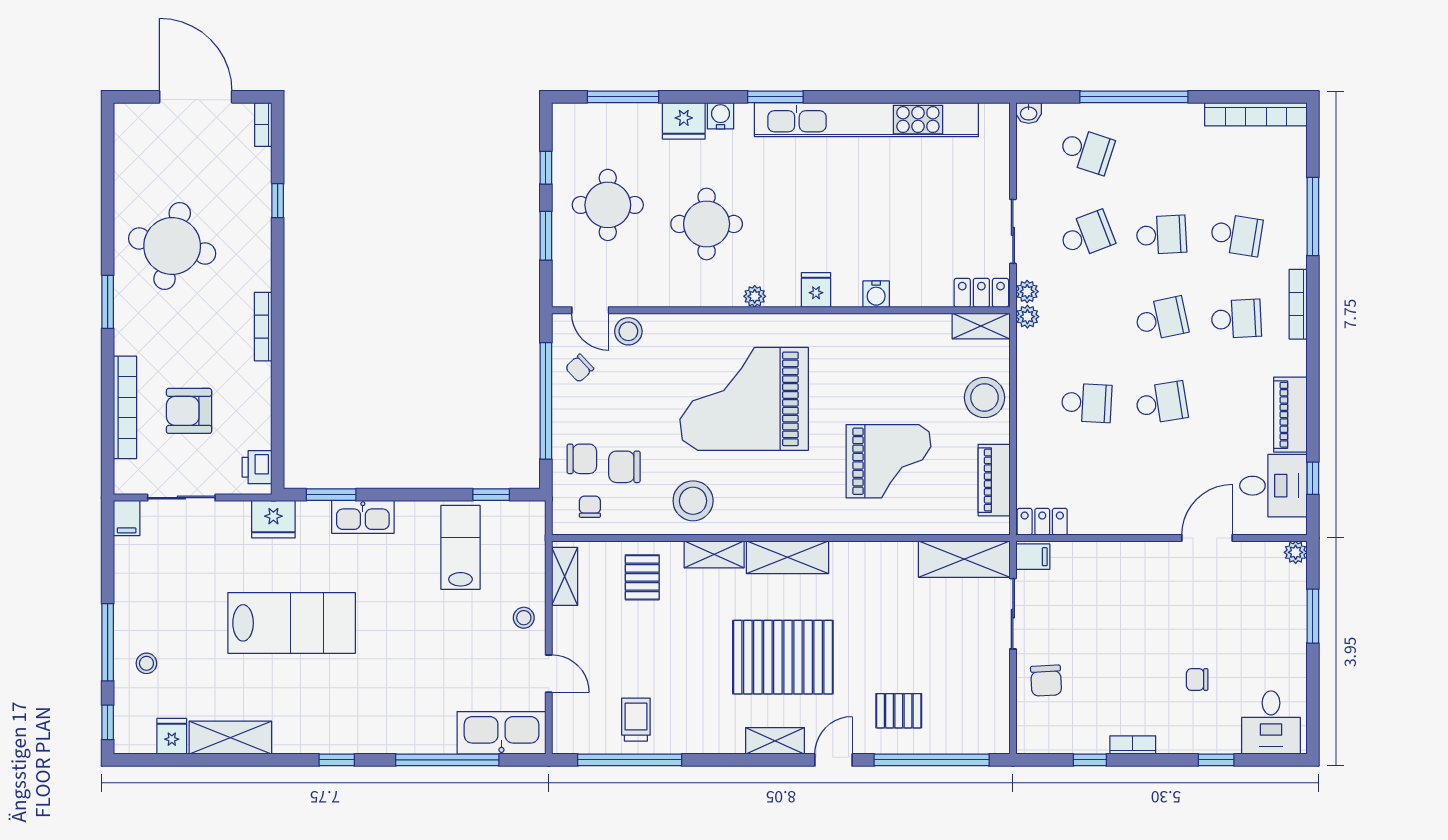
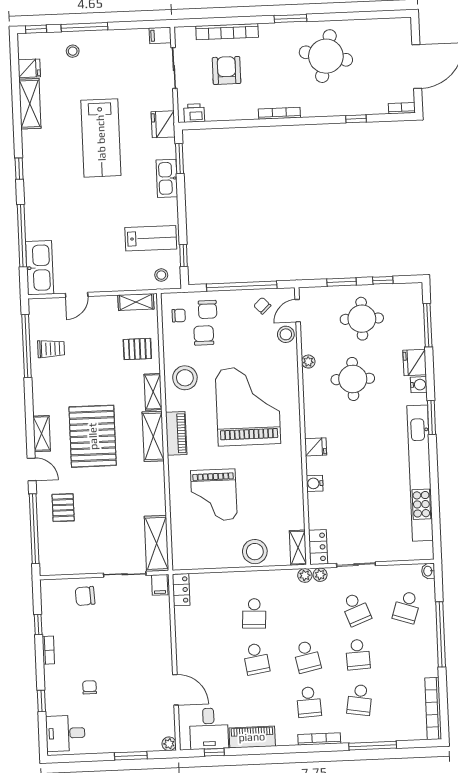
plant: (755, 296) -> (308, 362), moved
piano: (994, 480) -> (176, 433), moved, turned 90
stool: (524, 618) -> (161, 275), moved

